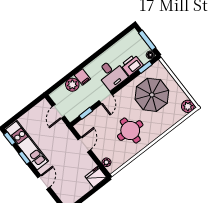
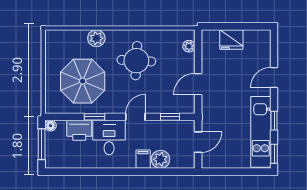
window: (145, 67) -> (95, 117), moved
plant: (188, 106) -> (96, 38), moved
fridge: (96, 177) -> (231, 40), moved

